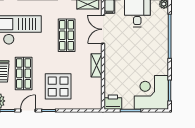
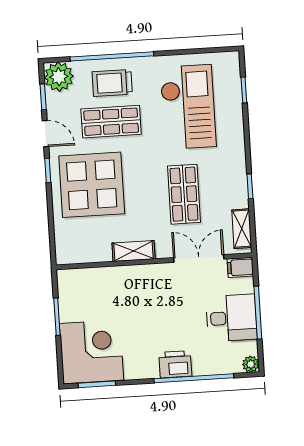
shop shelf: (67, 35) -> (184, 194), turned 90
display table: (58, 86) -> (92, 185), width x1.36, depth x1.36
printer: (113, 102) -> (175, 364), moved, turned -90

